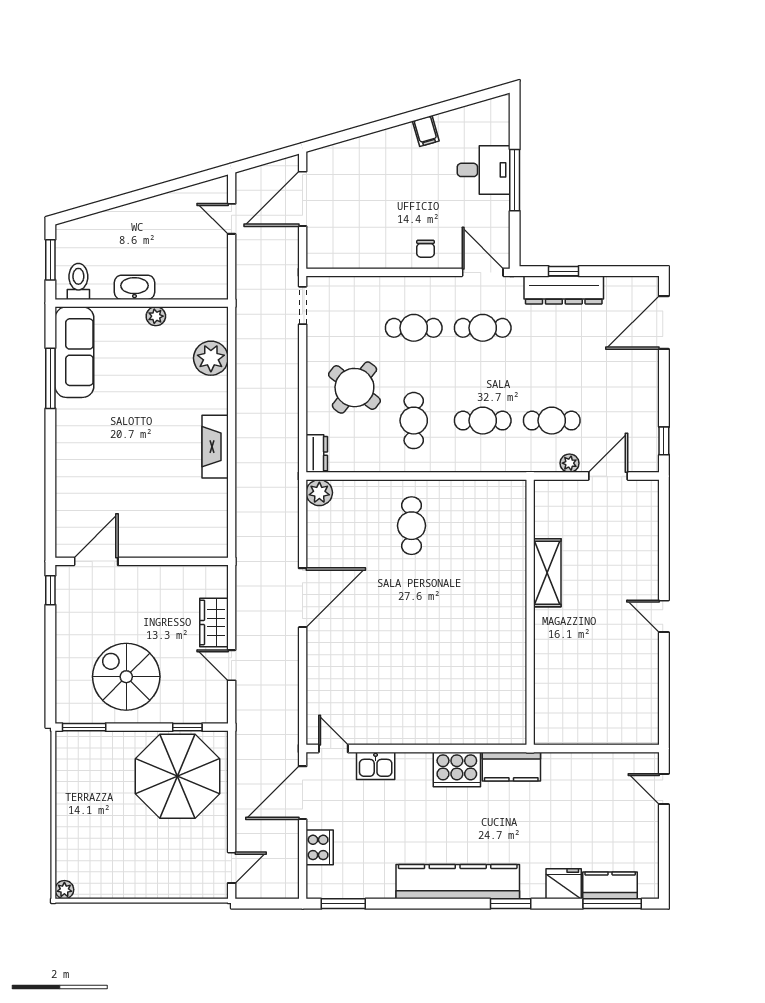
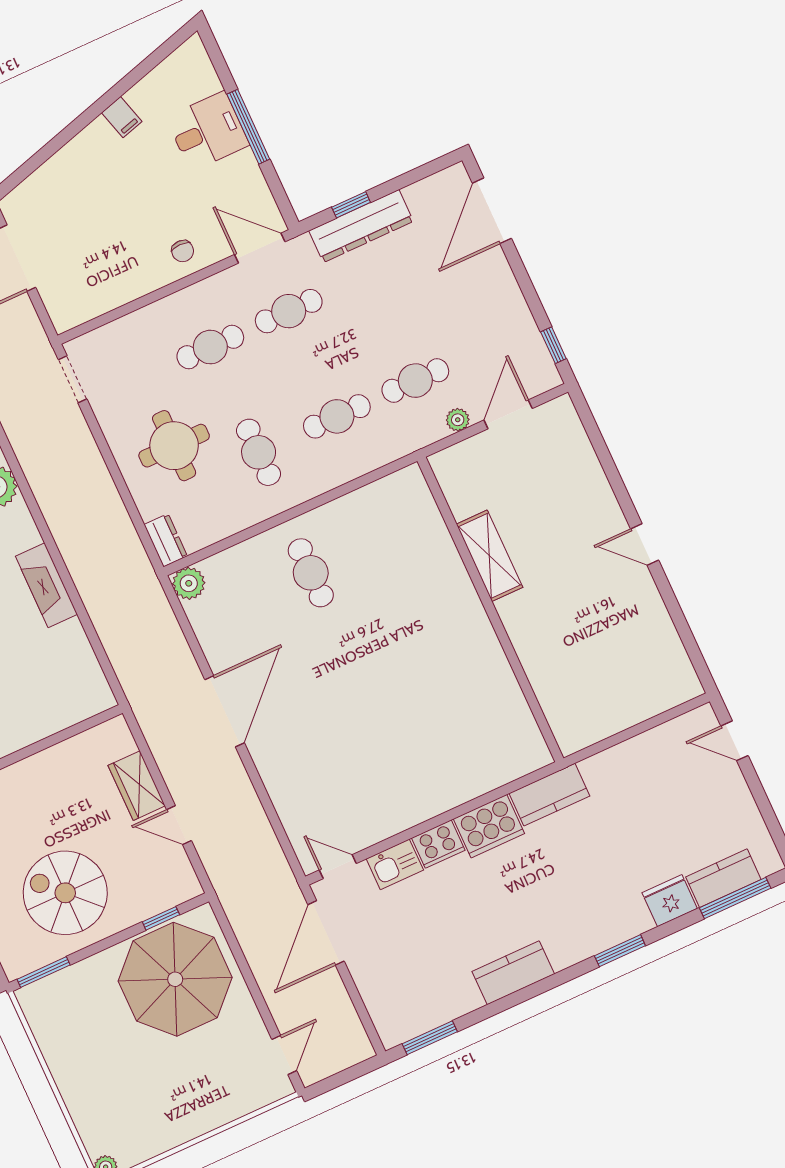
round table: (354, 388) -> (174, 446), turned -38
cooker: (320, 847) -> (438, 844), moved, turned 90
kitchen counter: (458, 882) -> (513, 973), width x0.48, depth x0.86

